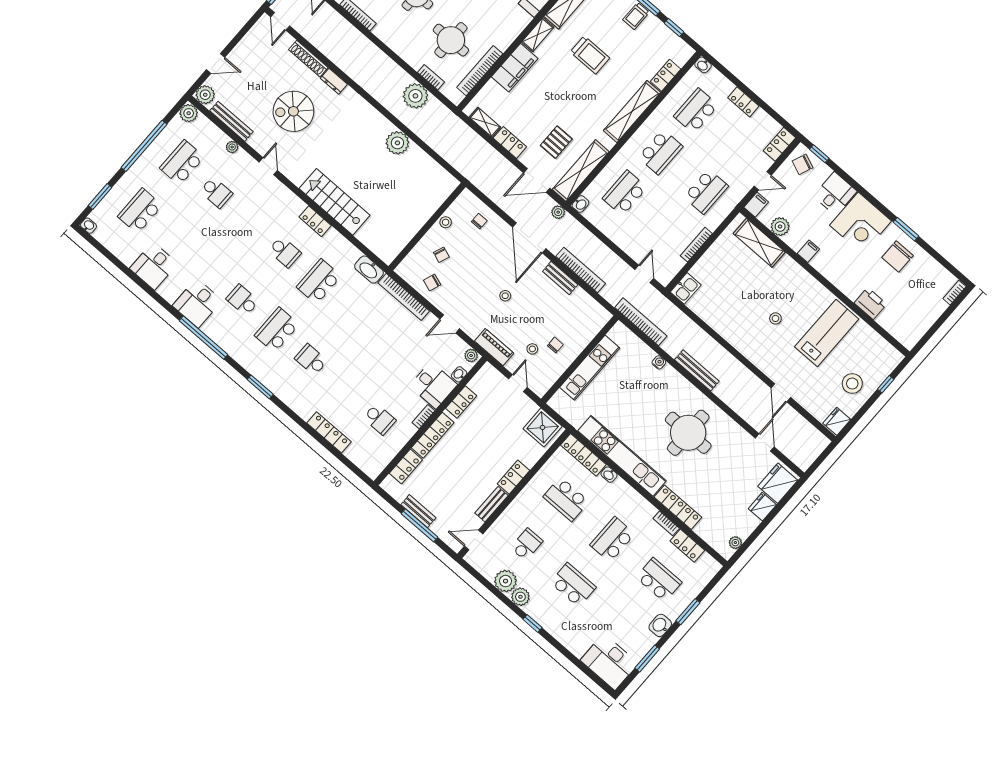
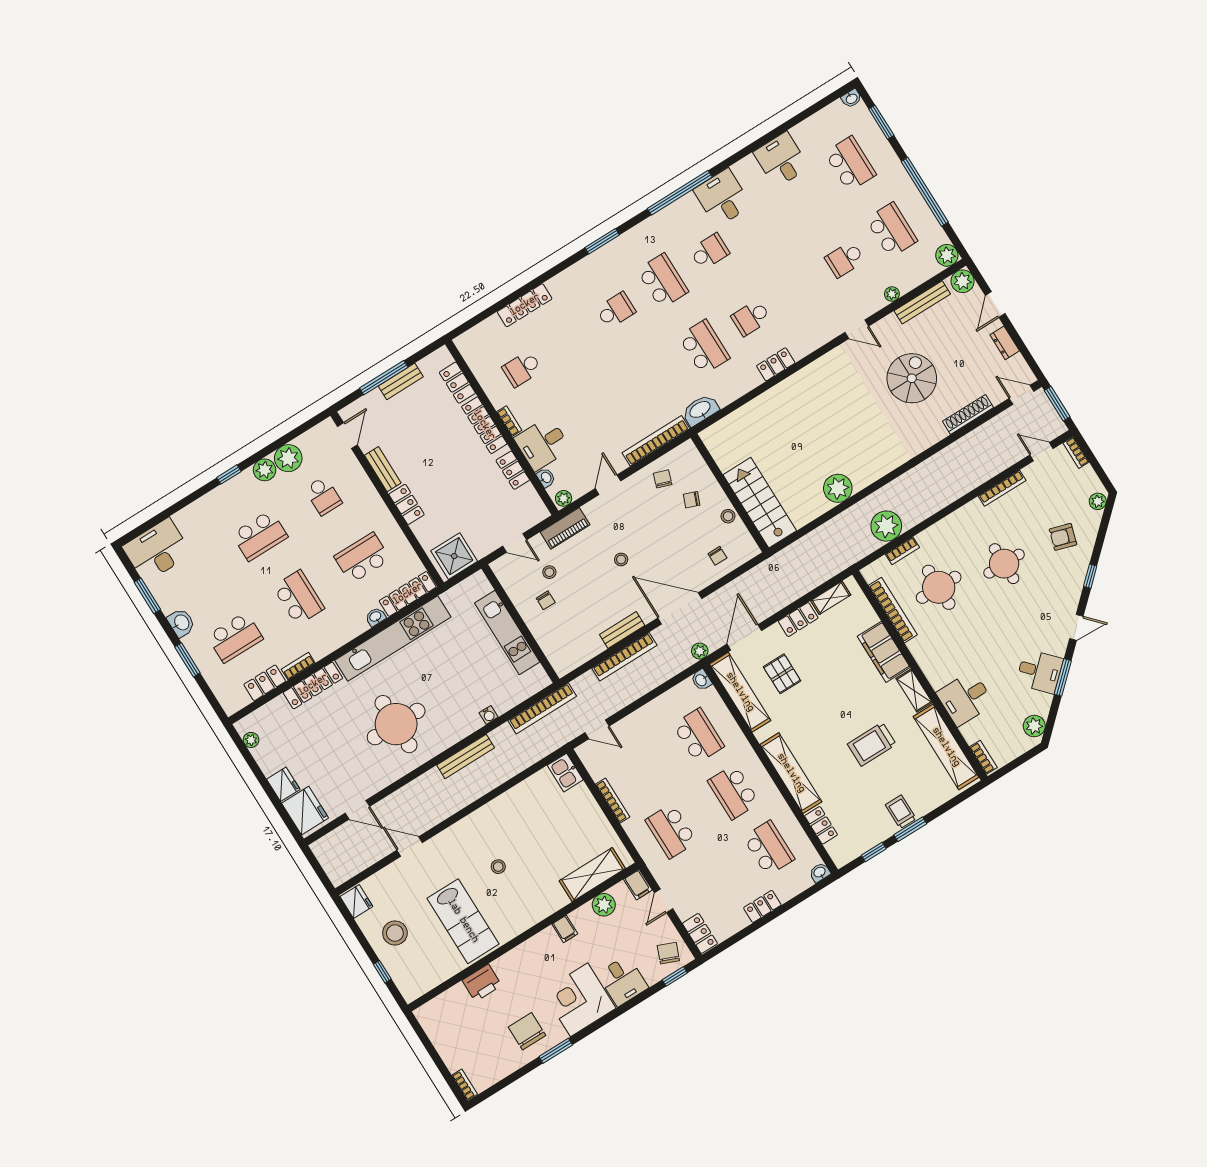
dresser: (334, 81) -> (1005, 343), moved, turned -90
stairs: (335, 202) -> (760, 503), moved, turned -90

